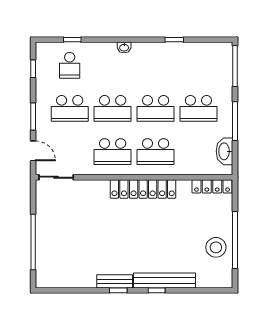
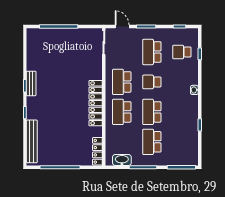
school desk: (113, 108) -> (152, 82), width x0.54
door: (33, 151) -> (122, 26), swing flipped
stool: (216, 247) -> (55, 154), removed
bench: (165, 280) -> (32, 141), moved

